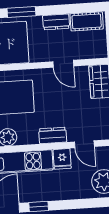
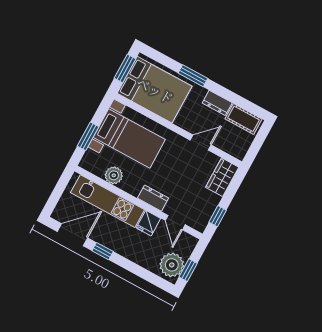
door: (63, 64) -> (201, 143), swing flipped

